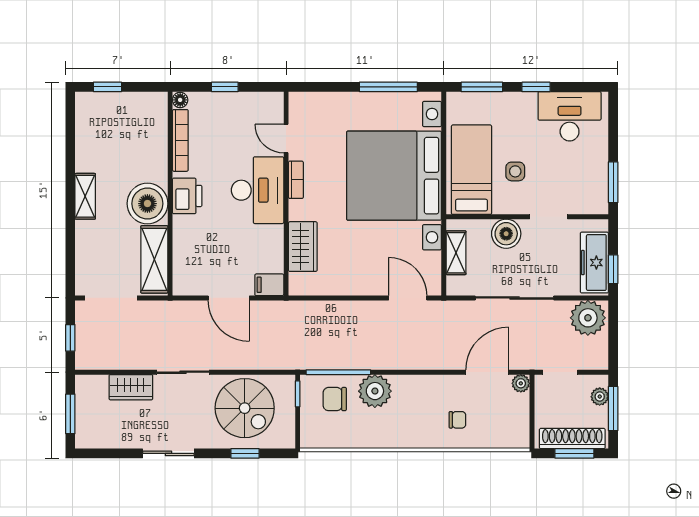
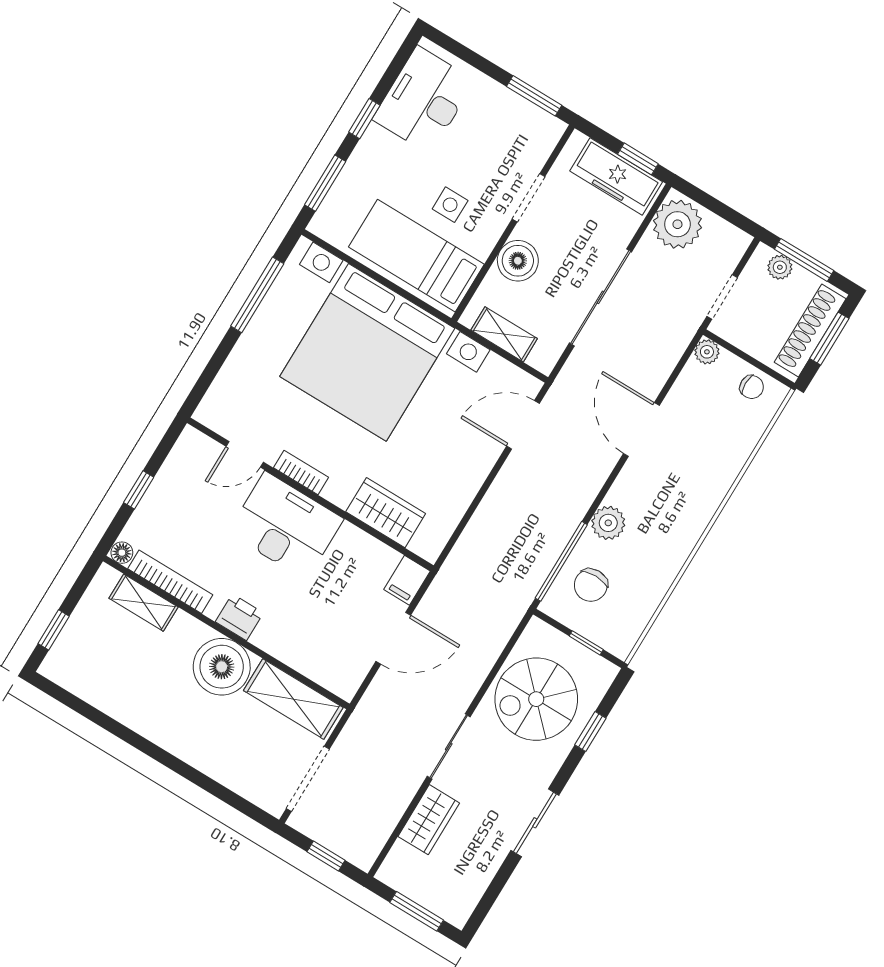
shelving: (85, 196) -> (143, 603), moved
printer: (187, 196) -> (239, 617), width x0.73, depth x0.81
door: (487, 372) -> (641, 430), moved
plant: (375, 391) -> (608, 523), width x0.73, depth x0.73
window: (298, 394) -> (586, 643), moved
spiral stairs: (245, 408) -> (536, 699), turned 180
chair: (457, 420) -> (752, 387), moved, turned 90

